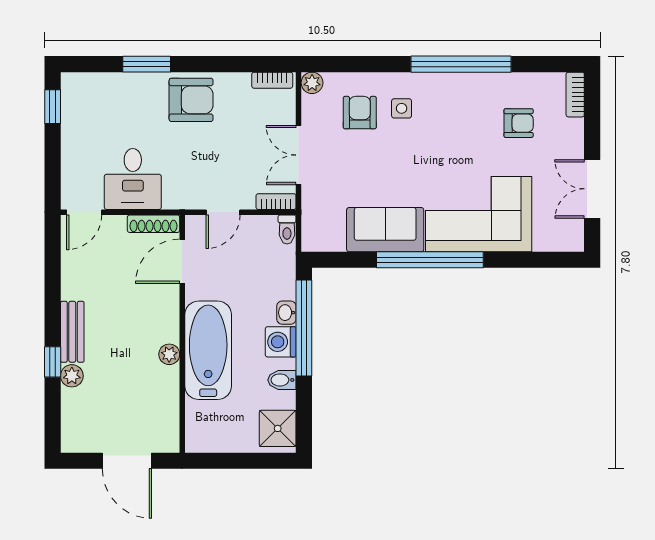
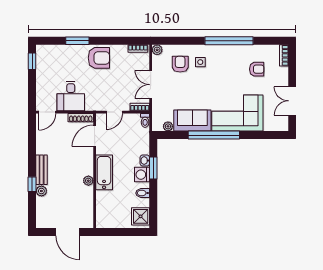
plant: (335, 242) -> (168, 126), added
window: (304, 328) -> (153, 168), width x0.47
bathtub: (208, 350) -> (104, 172), width x0.73, depth x0.73

